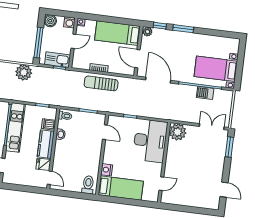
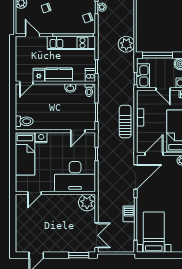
barbecue: (205, 93) -> (129, 214), moved
dishwasher: (49, 124) -> (90, 75), moved
door: (161, 184) -> (34, 193), hinge flipped

